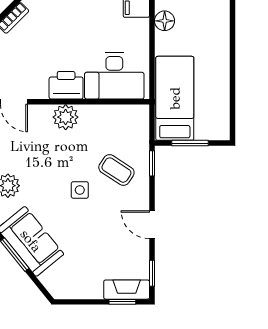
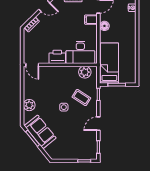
plant: (66, 117) -> (85, 72), moved
door: (152, 225) -> (98, 124), hinge flipped
fireplace: (127, 290) -> (86, 155), removed

